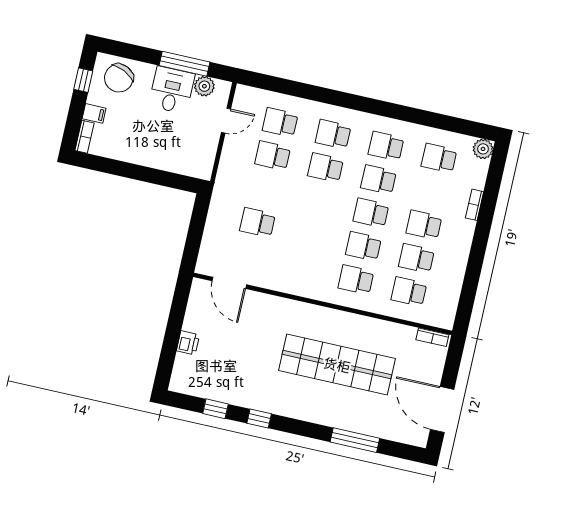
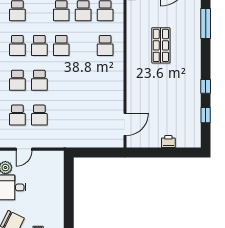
door: (226, 121) -> (24, 149), swing flipped
school desk: (258, 222) -> (83, 115), removed
school desk: (363, 246) -> (83, 45), removed
shop shelf: (337, 365) -> (161, 45), width x0.50, depth x0.74

